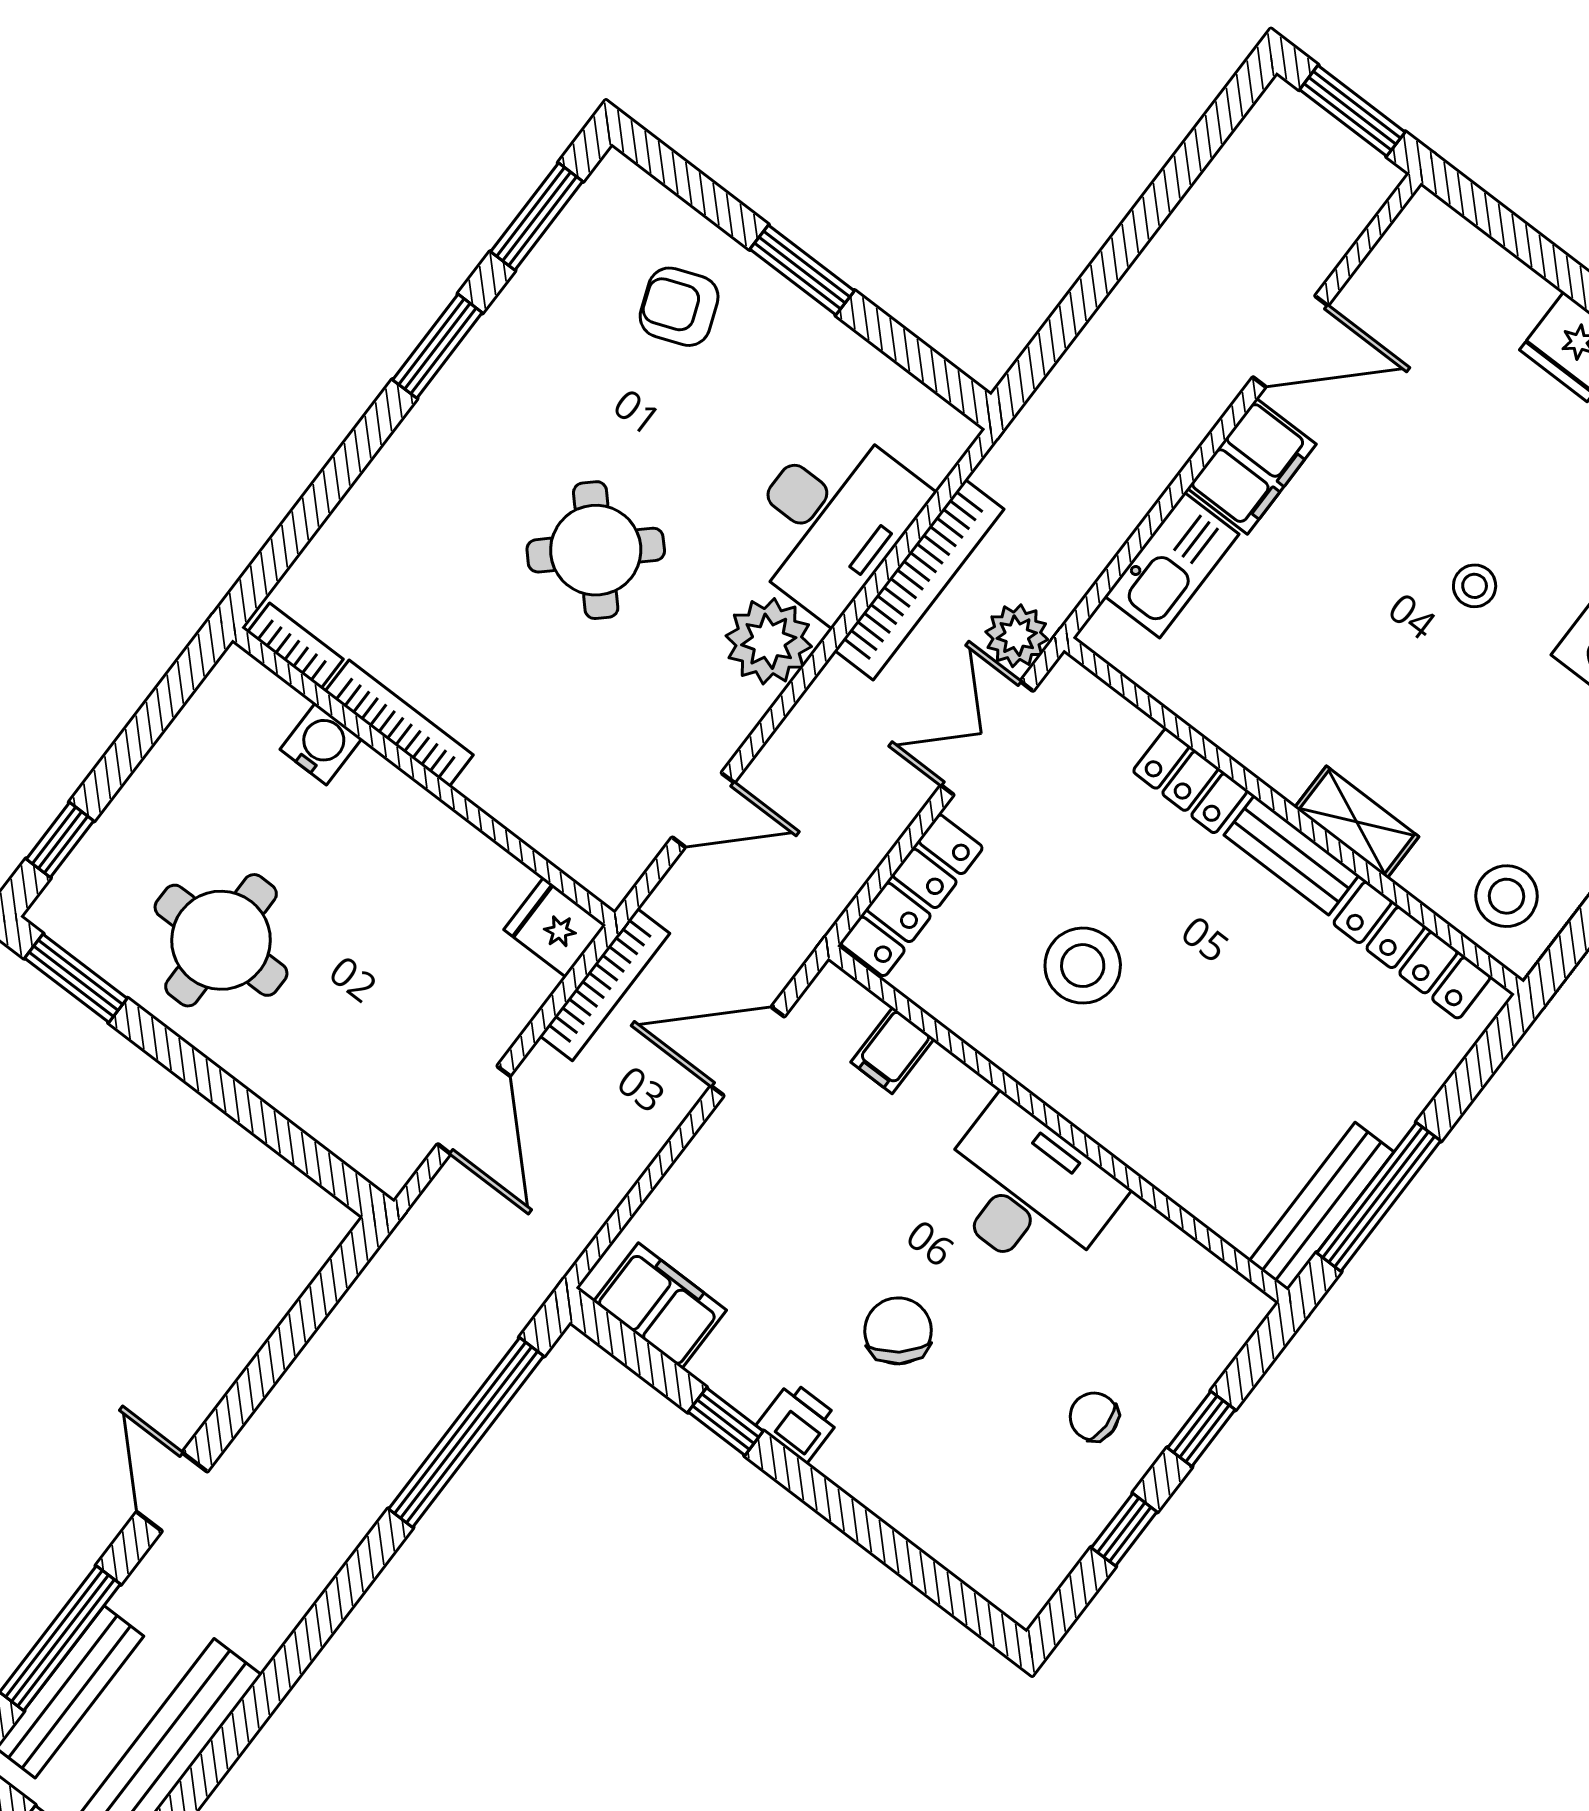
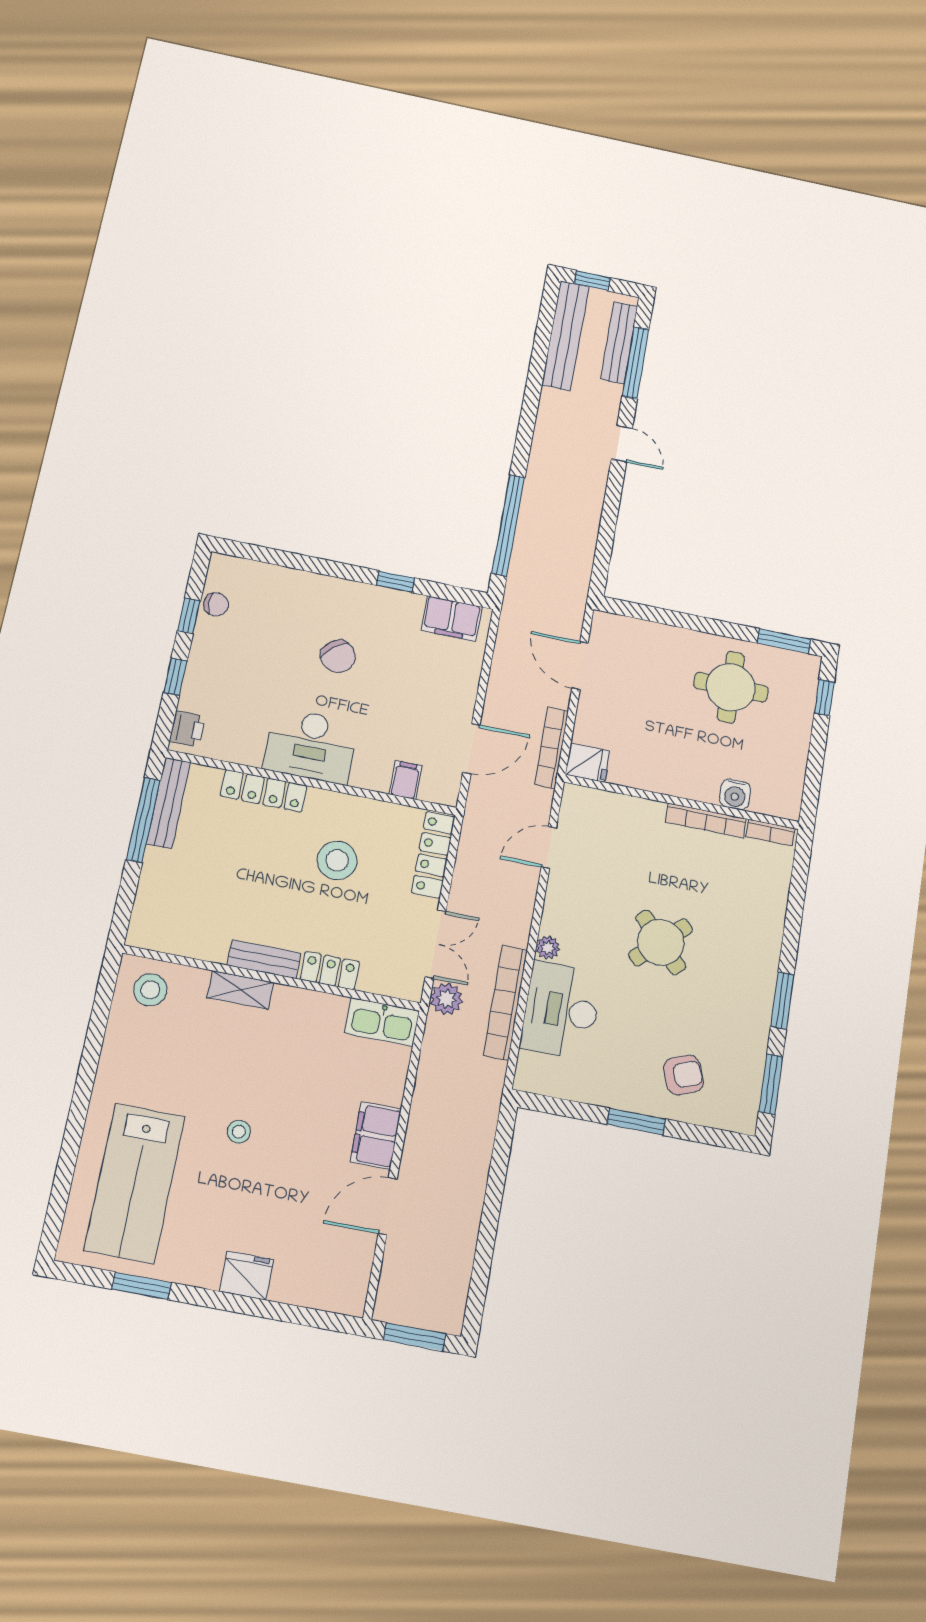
kitchen sink: (1172, 565) -> (382, 1022), moved, turned -90
plant: (769, 641) -> (548, 948), width x0.53, depth x0.53
locker: (1412, 950) -> (264, 791), moved, turned 180
chair: (1094, 1417) -> (216, 604), moved
printer: (799, 1422) -> (187, 729), moved, turned -90

